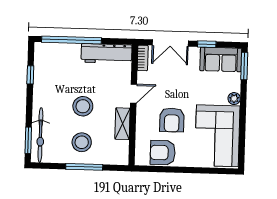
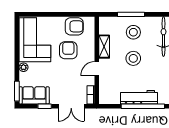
double door: (170, 43) -> (71, 106), swing flipped
workbench: (106, 54) -> (139, 97), moved

